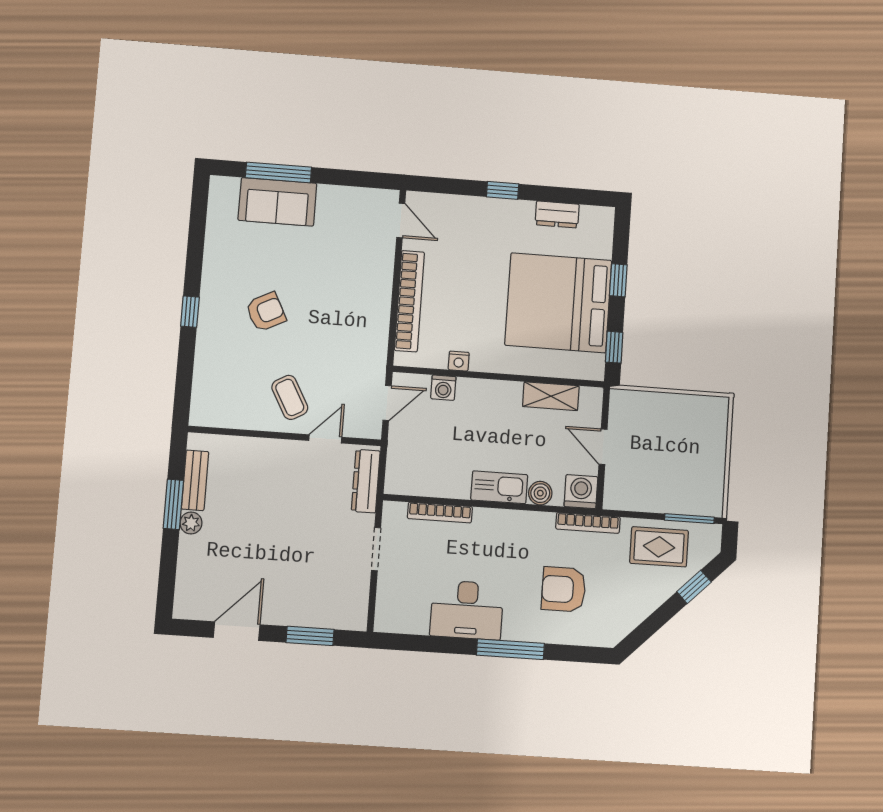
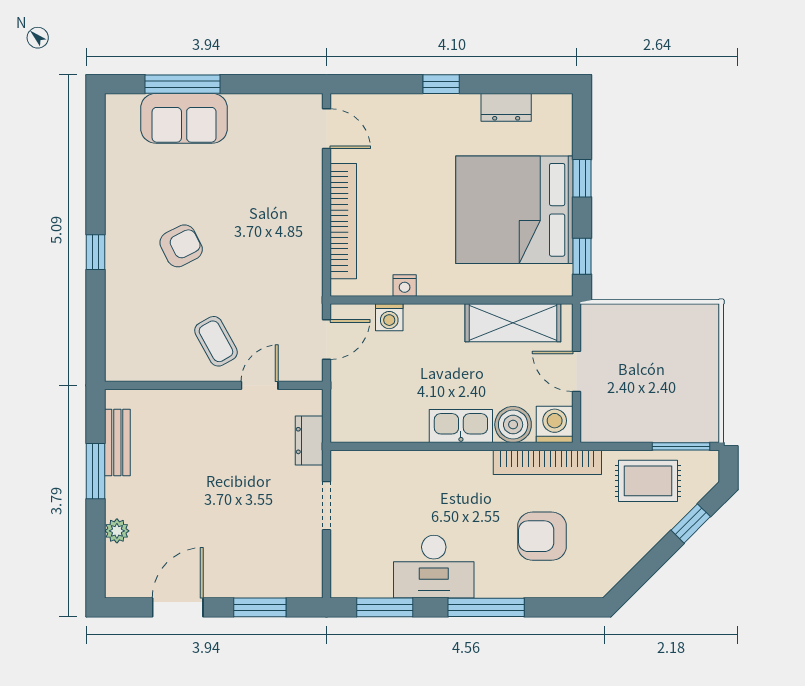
shelving: (551, 396) -> (513, 323), width x1.50, depth x1.33
dresser: (366, 481) -> (309, 441), width x0.70
boiler: (540, 493) -> (513, 425), width x1.36, depth x1.36
bookcase: (440, 513) -> (396, 459), removed
plant: (191, 523) -> (117, 531), moved
bookcase: (588, 523) -> (547, 462), width x1.48, depth x1.31
window: (421, 643) -> (385, 607), added

